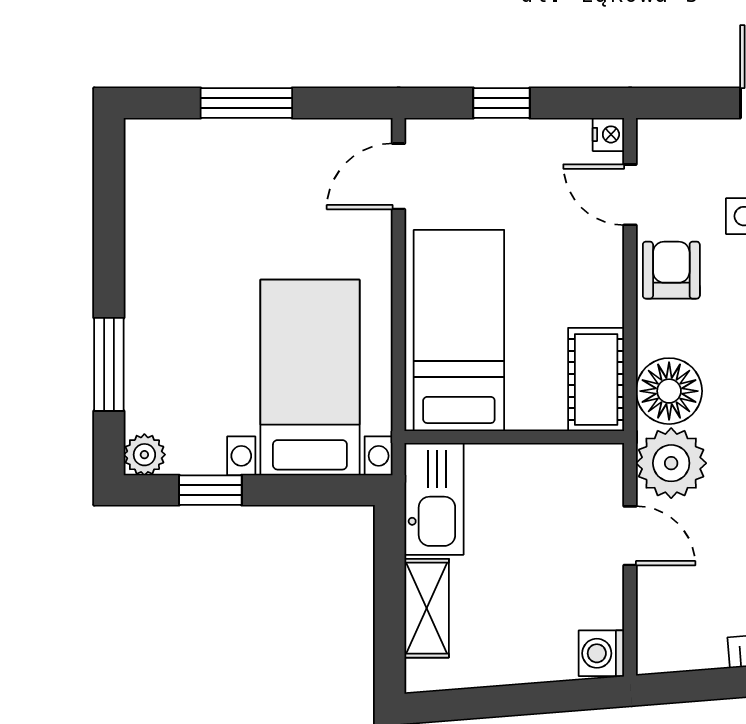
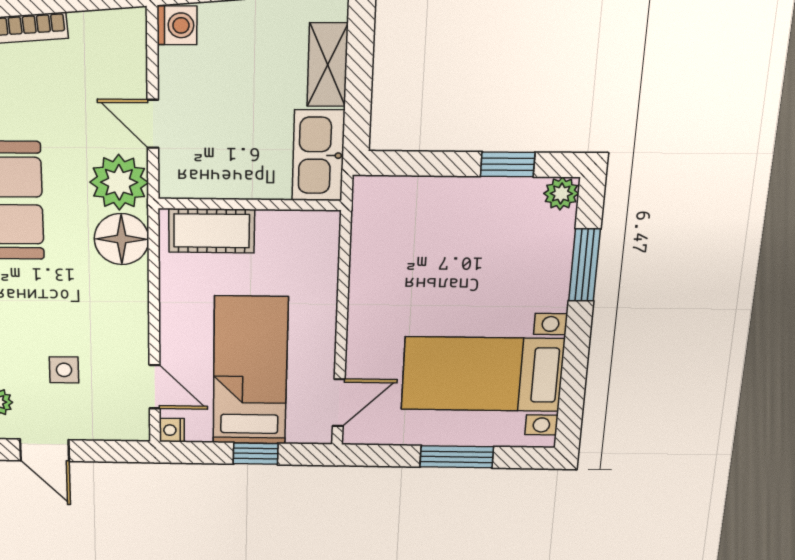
armchair: (671, 270) -> (121, 331), removed
bed: (459, 330) -> (250, 371), moved, turned 180
bed with nightstands: (310, 378) -> (482, 374), moved, turned 90
cot: (596, 379) -> (212, 231), moved, turned 90

